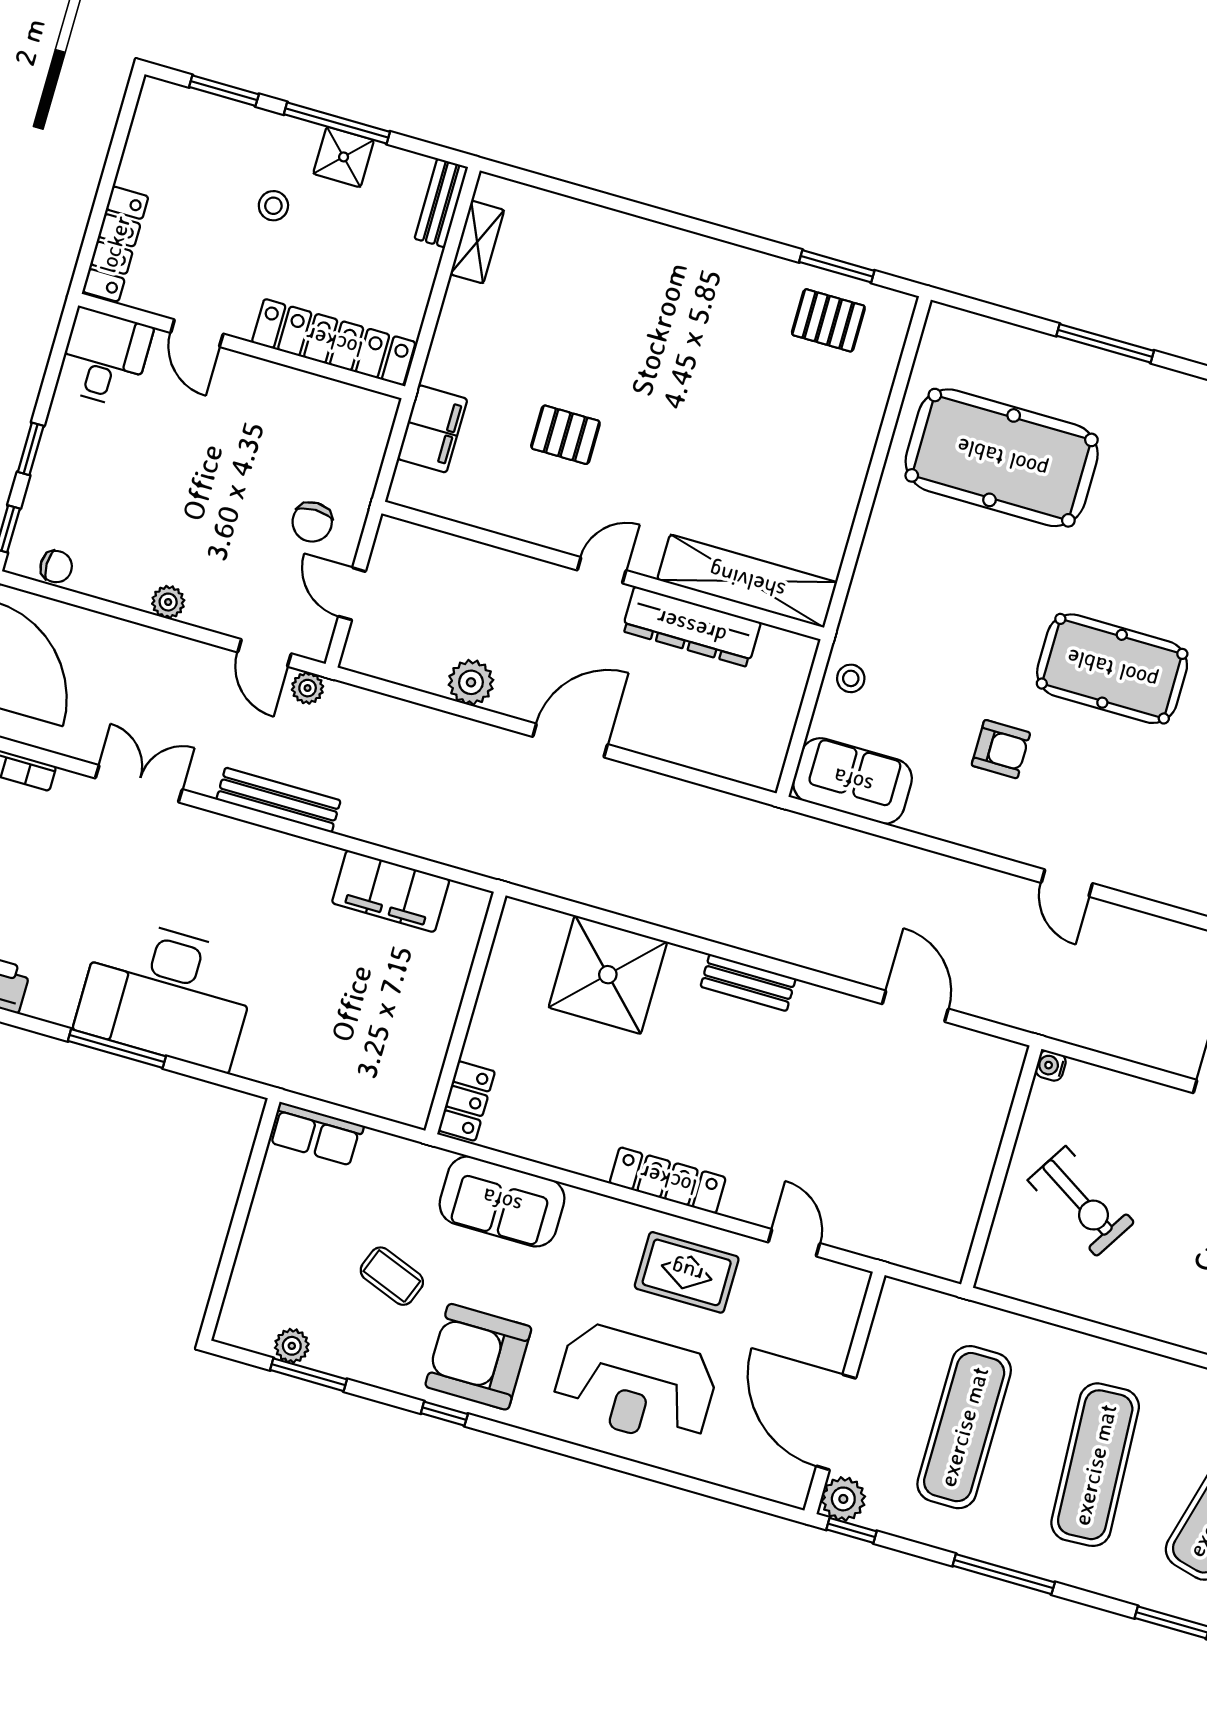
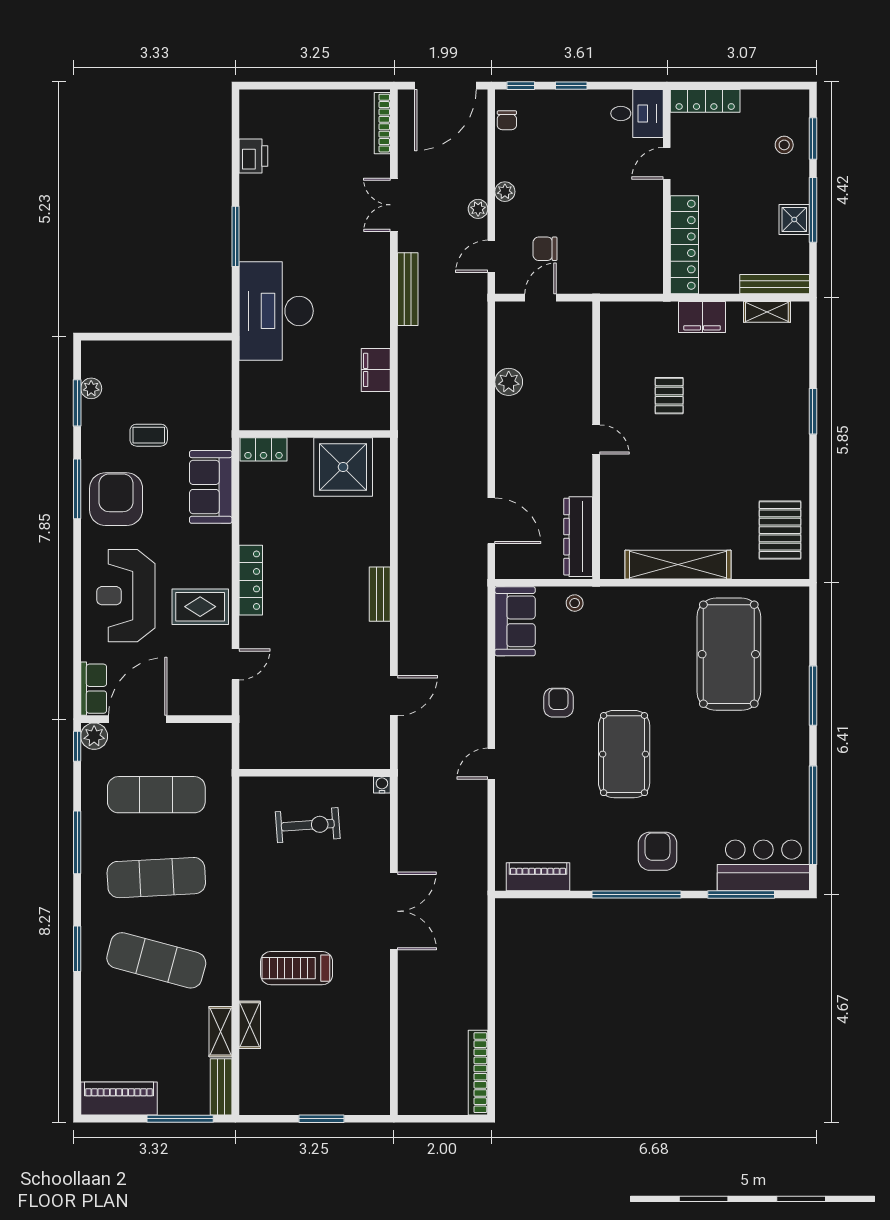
bench: (441, 203) -> (775, 284), width x1.36
stool: (273, 206) -> (784, 145), moved
window: (837, 266) -> (813, 411), moved
pallet: (828, 320) -> (780, 530), width x1.50, depth x1.42
filing cabinet: (432, 429) -> (702, 317), moved
chair: (312, 522) -> (545, 249), moved
shelving: (747, 581) -> (678, 565), moved, turned 90
dresser: (691, 627) -> (578, 537), moved
plant: (308, 688) -> (478, 209), moved
door: (570, 741) -> (491, 521), moved
armchair: (1001, 749) -> (558, 703), turned 180
double door: (139, 784) -> (394, 205), swing flipped
filing cabinet: (391, 891) -> (376, 370), width x0.67, depth x0.86
shower: (608, 975) -> (343, 467), moved
desk: (167, 993) -> (276, 311), moved
row of seats: (316, 1134) -> (94, 689), moved, turned 180
exercise bike: (1081, 1201) -> (308, 825), turned -126
rug: (687, 1272) -> (200, 607), turned 90
coffee table: (392, 1276) -> (149, 435), turned 69
window: (444, 1414) -> (77, 489), width x2.17

